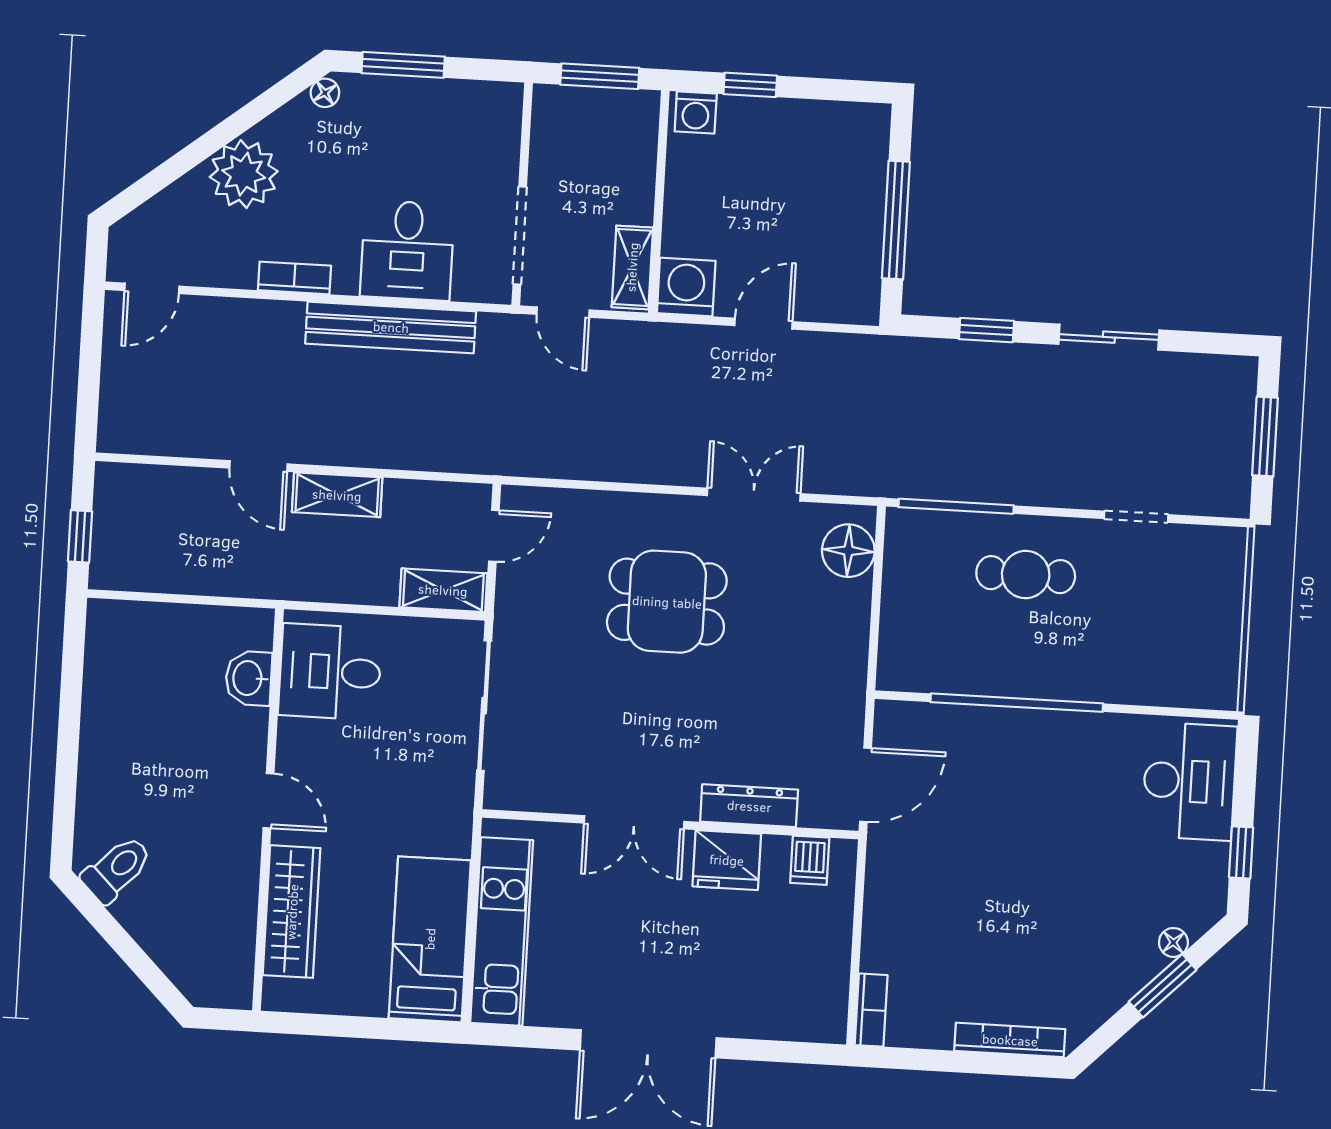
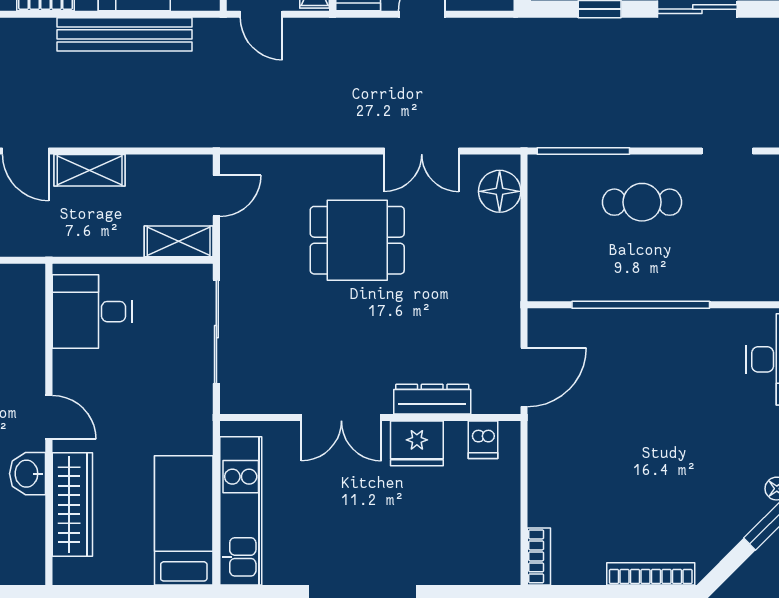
double door: (754, 495) -> (422, 151), swing flipped
washbasin: (249, 678) -> (27, 474), moved

